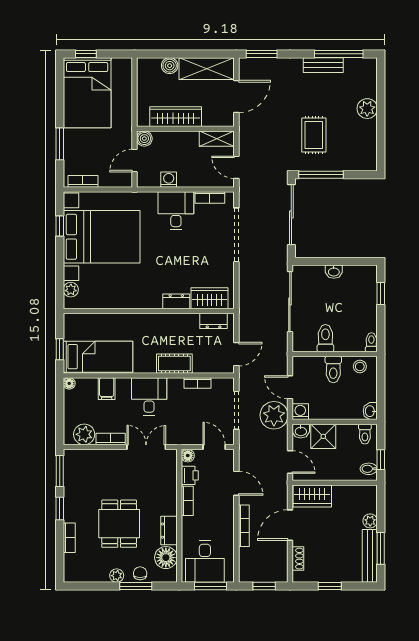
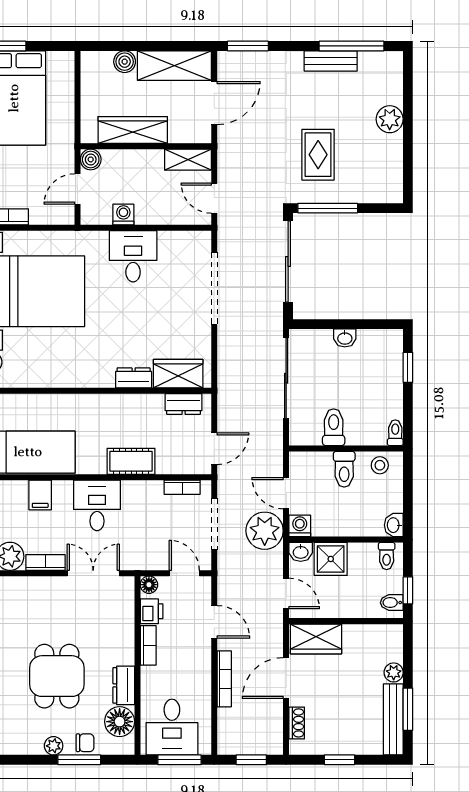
bookcase: (210, 198) -> (178, 239), removed
bookcase: (197, 383) -> (182, 487), moved
chair: (140, 573) -> (85, 743), turned 90

